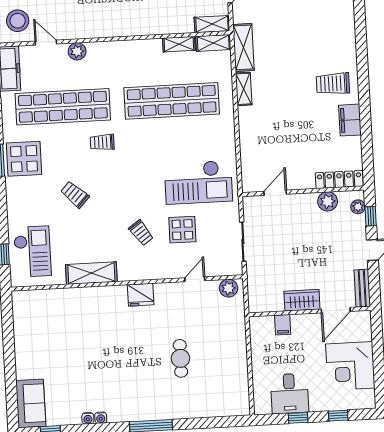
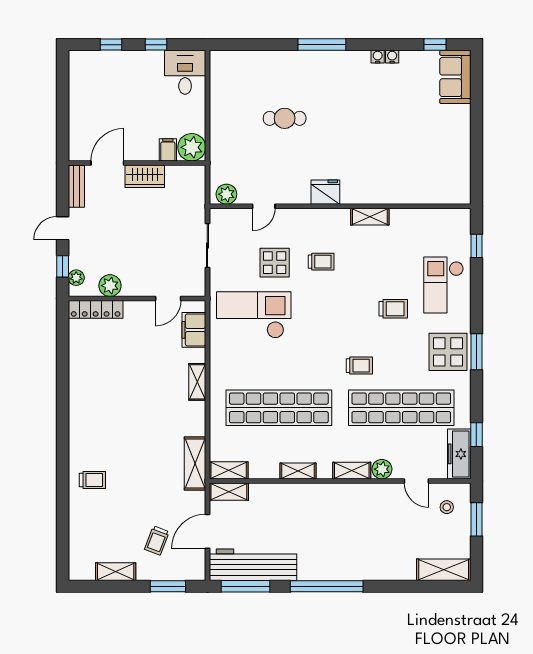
stool: (18, 21) -> (447, 507), width x0.53, depth x0.53
shelving: (179, 44) -> (298, 471), moved
shelving: (104, 49) -> (352, 471), added
trolley: (333, 84) -> (92, 480), moved, width x0.73, depth x0.72
shelving: (244, 89) -> (197, 382), moved
filing cabinet: (350, 120) -> (194, 330), moved, turned 180
trolley: (75, 194) -> (393, 309), turned -43
trolley: (141, 233) -> (321, 262), turned 125
checkout: (32, 252) -> (444, 285), moved
shelving: (91, 273) -> (370, 217), width x0.67, depth x0.75
plant: (262, 328) -> (192, 147), added
cafe table: (180, 358) -> (285, 118), turned 90
corner desk: (350, 366) -> (95, 99), removed
desk: (289, 394) -> (185, 72), moved

